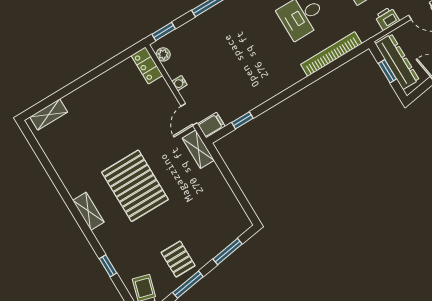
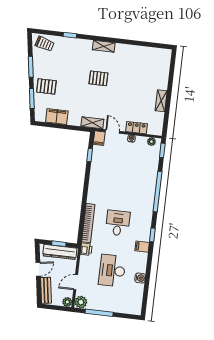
printer: (387, 18) -> (86, 249), moved
locker: (147, 65) -> (136, 128), moved
shelving: (49, 115) -> (161, 101), moved
pallet: (135, 186) -> (98, 78), width x0.49, depth x0.50
filing cabinet: (226, 201) -> (57, 117), added
pallet: (178, 259) -> (46, 86), moved

